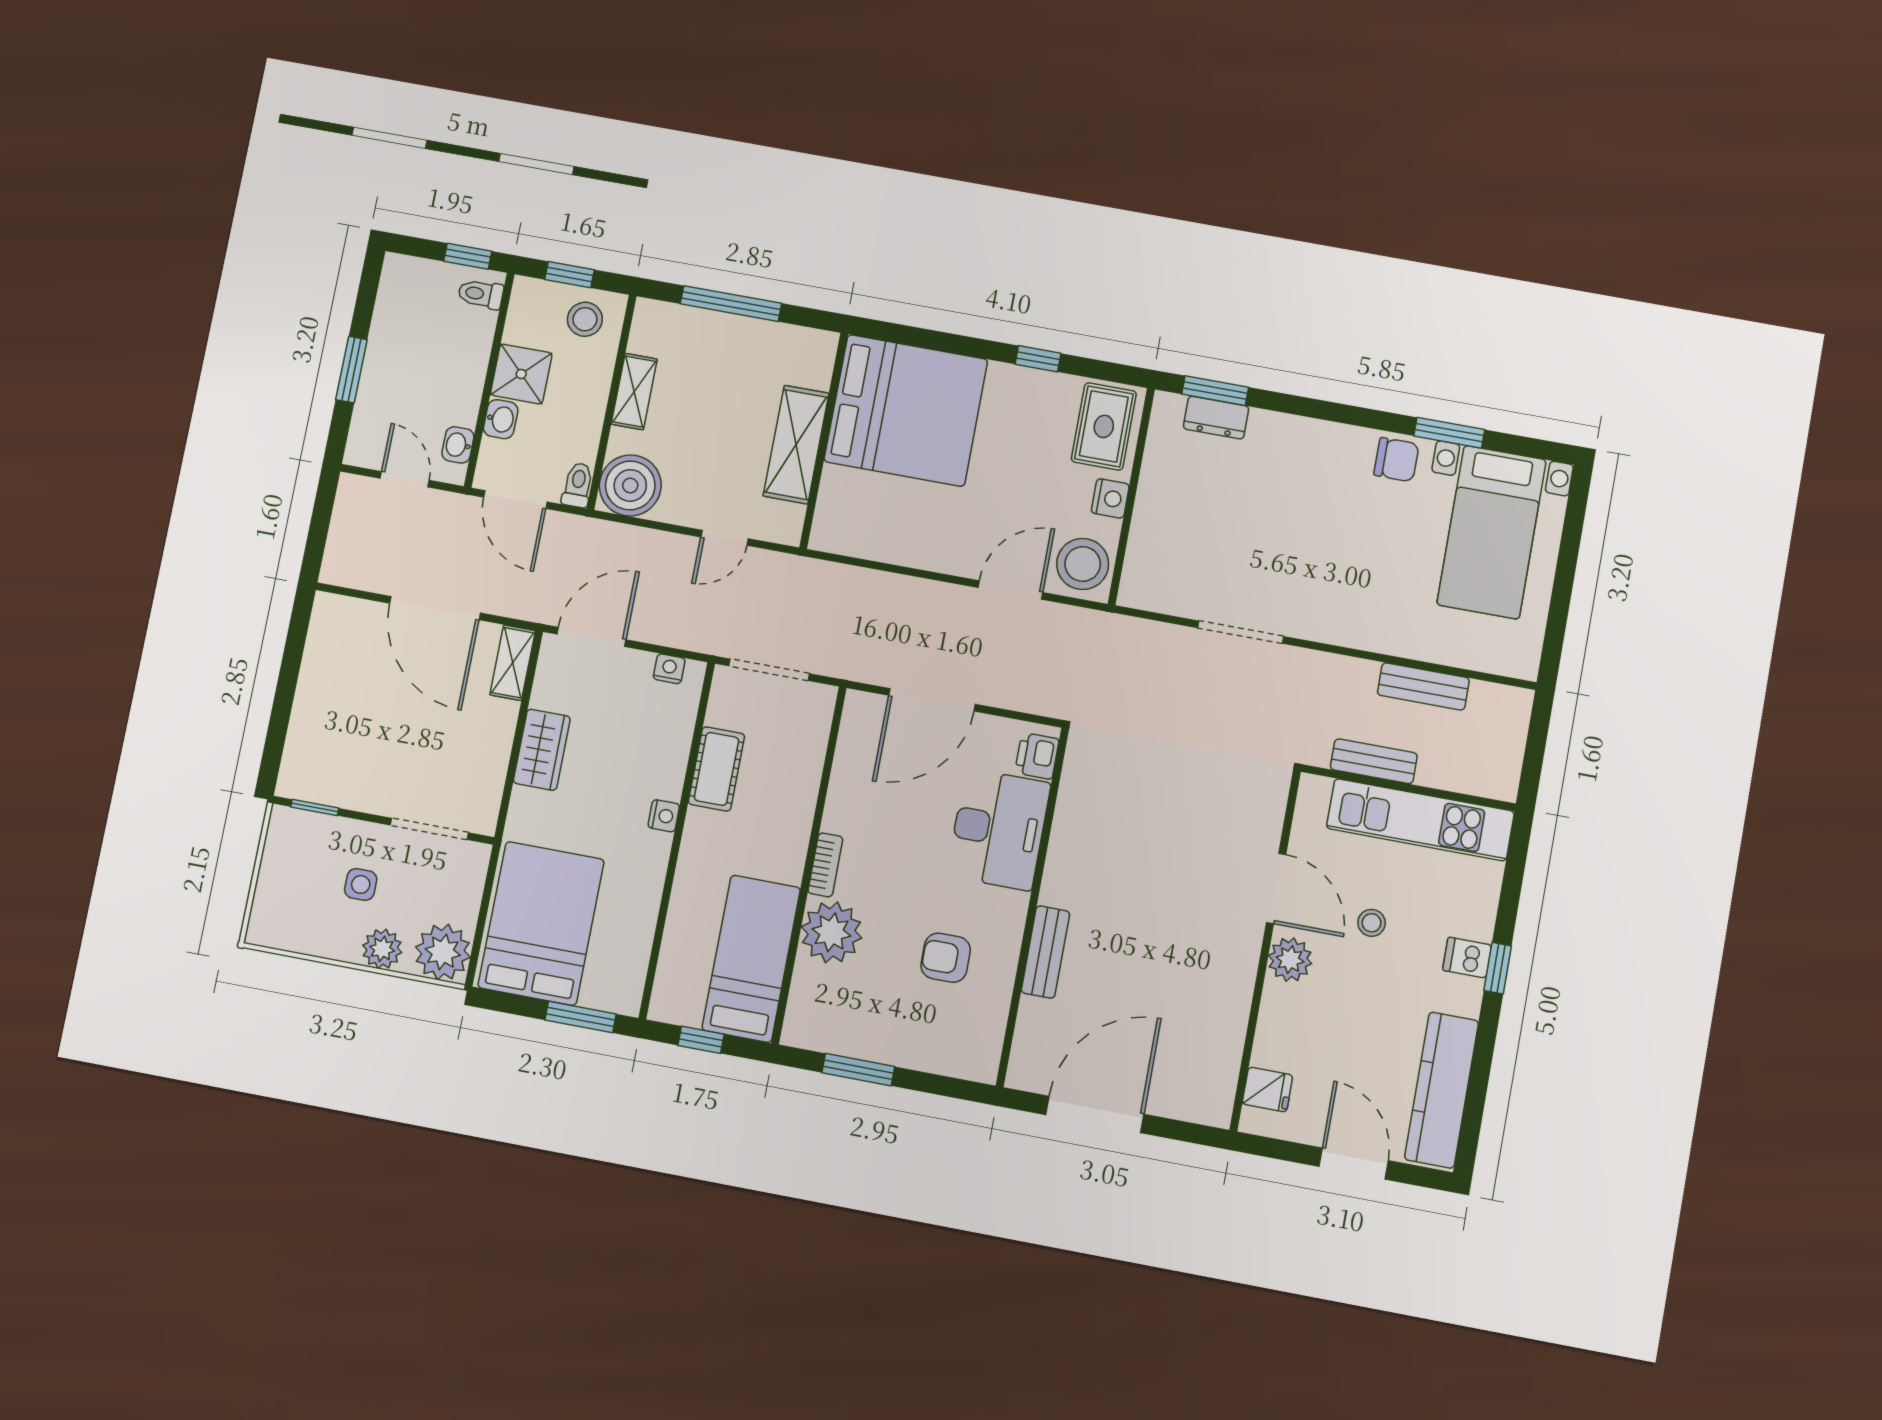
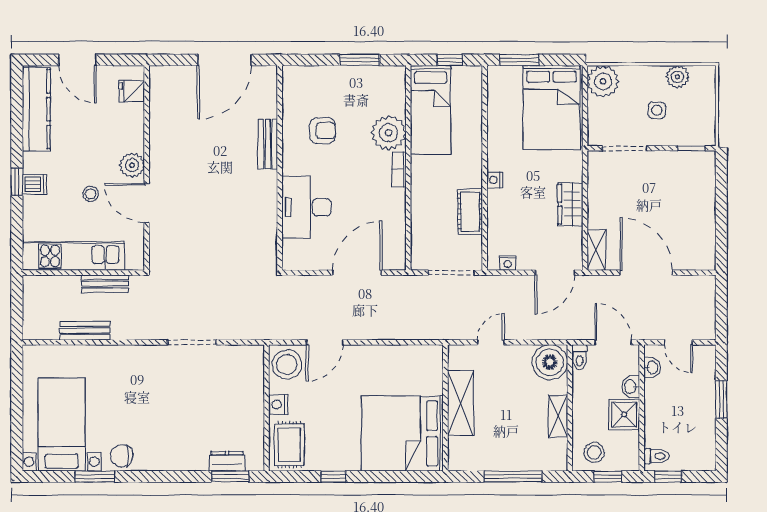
printer: (1037, 756) -> (293, 252), removed
plant: (382, 949) -> (677, 77), moved

